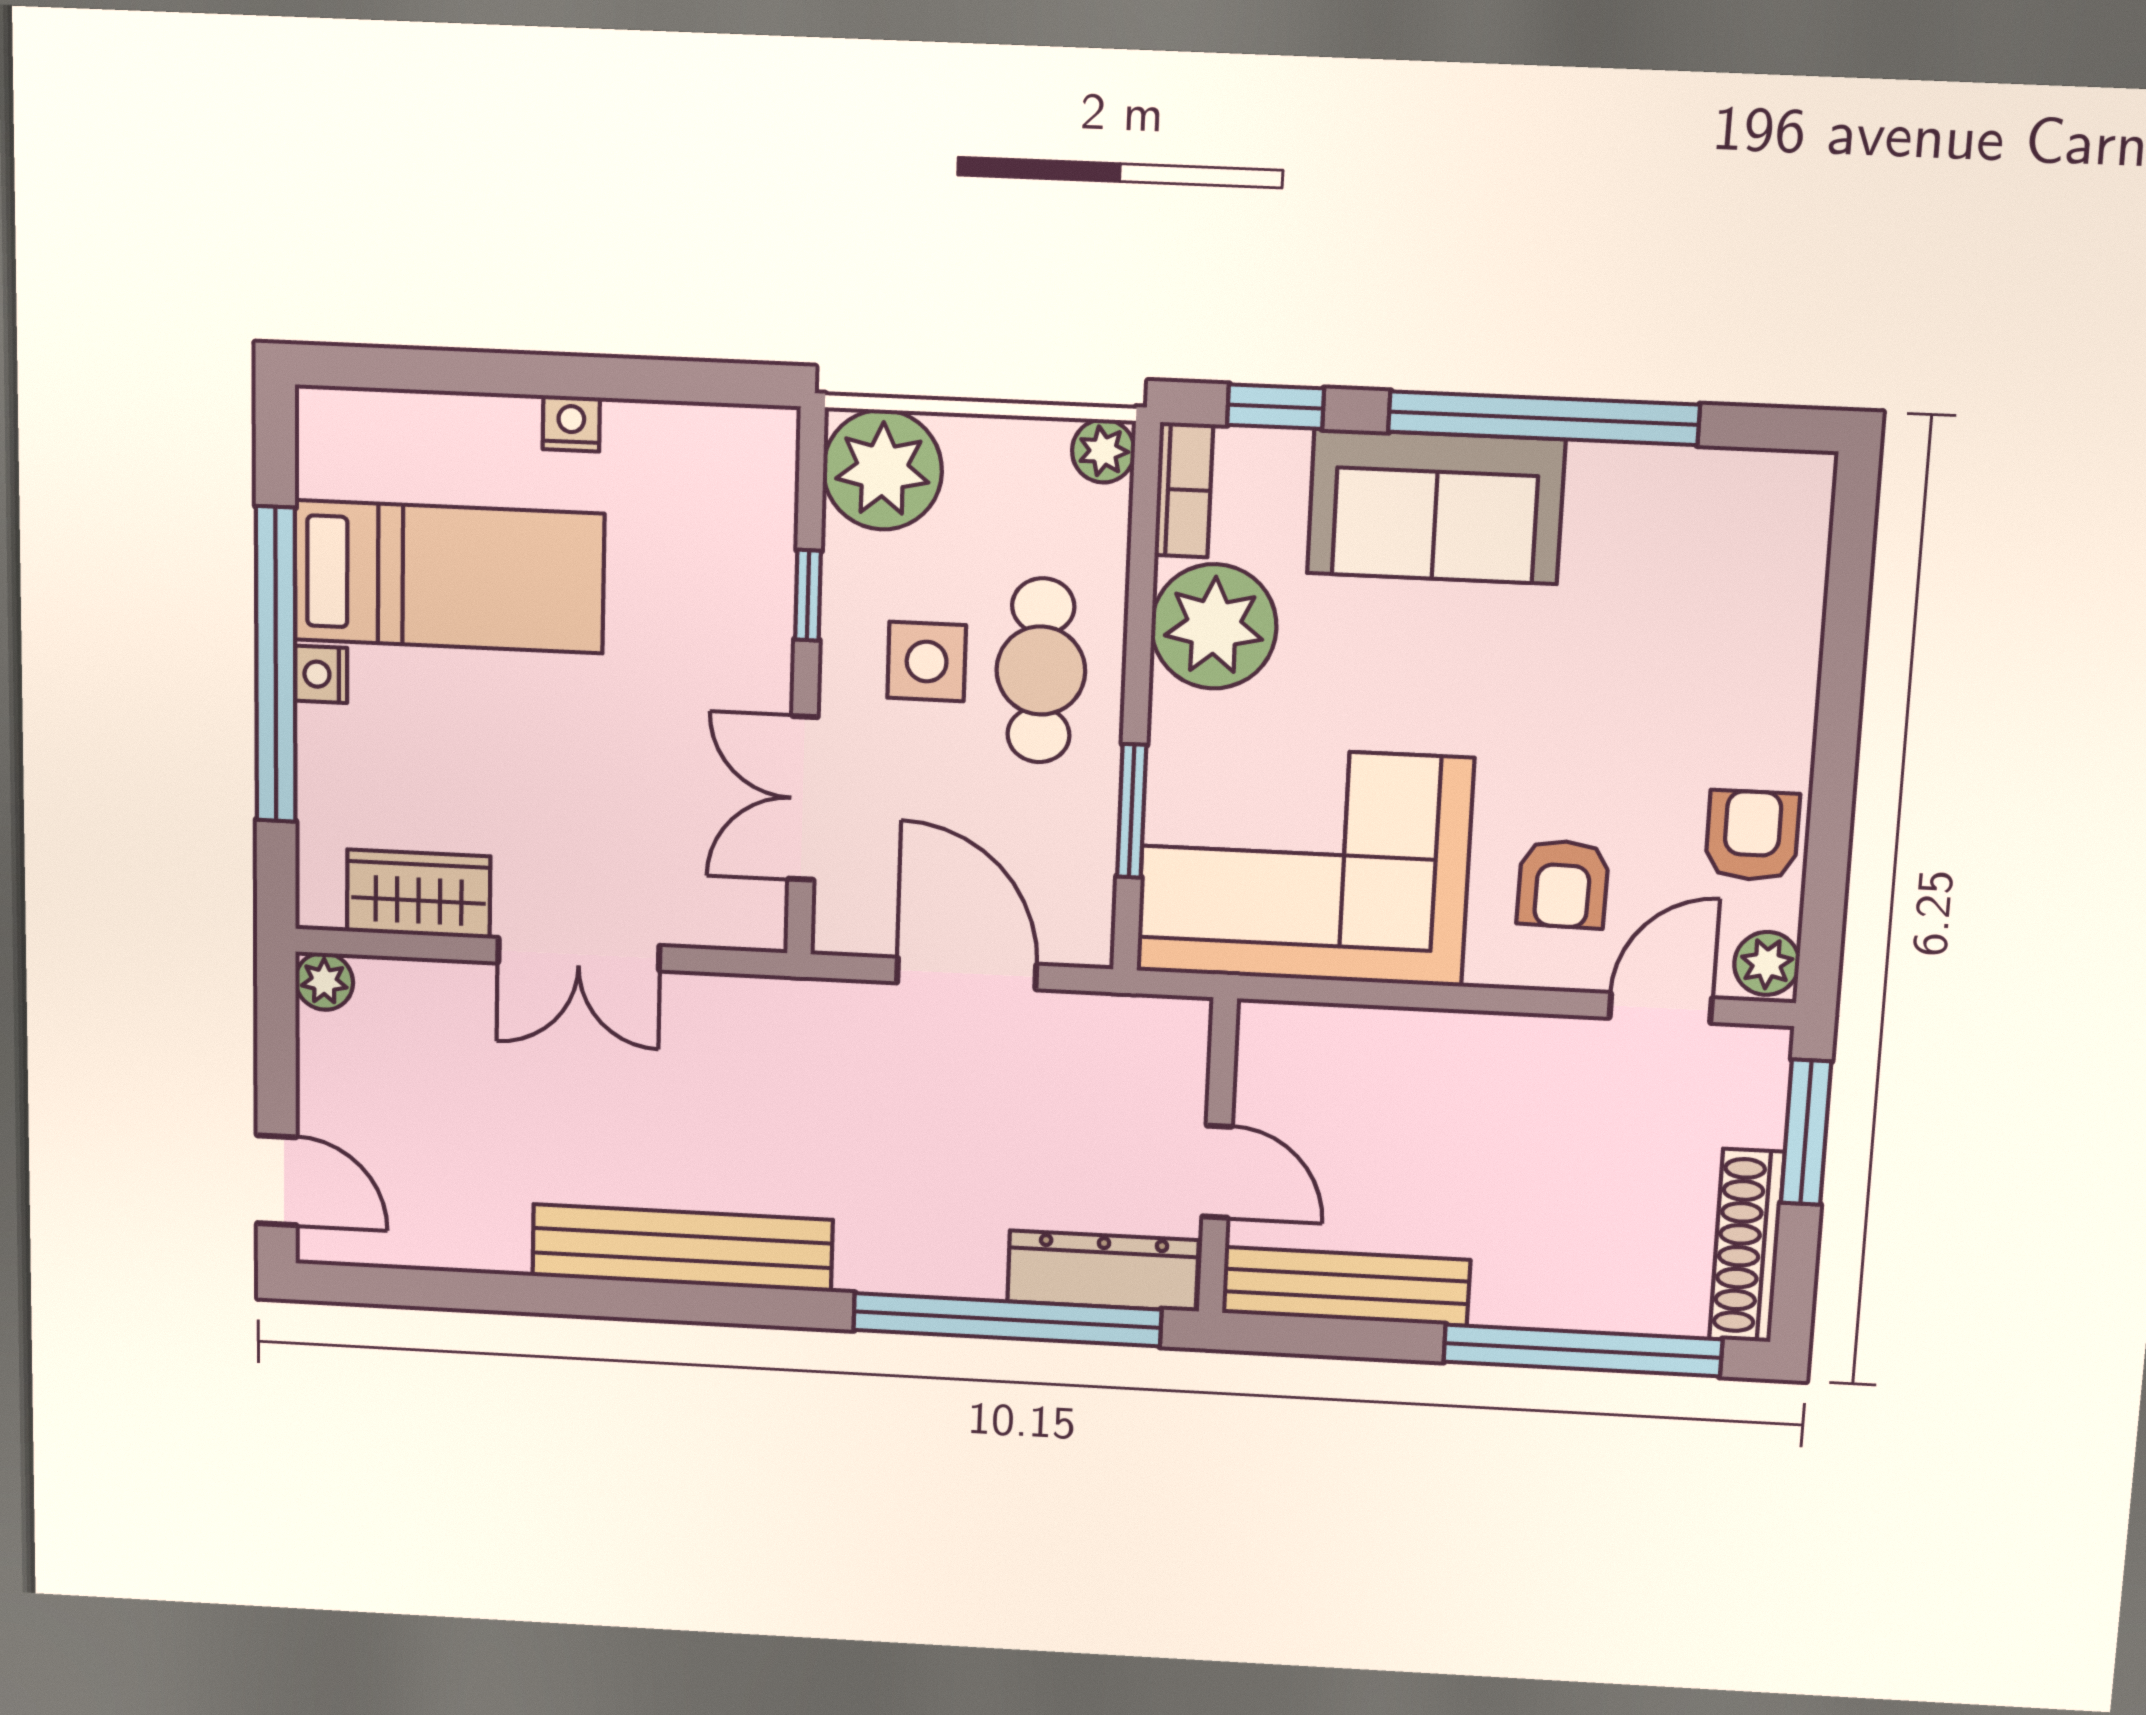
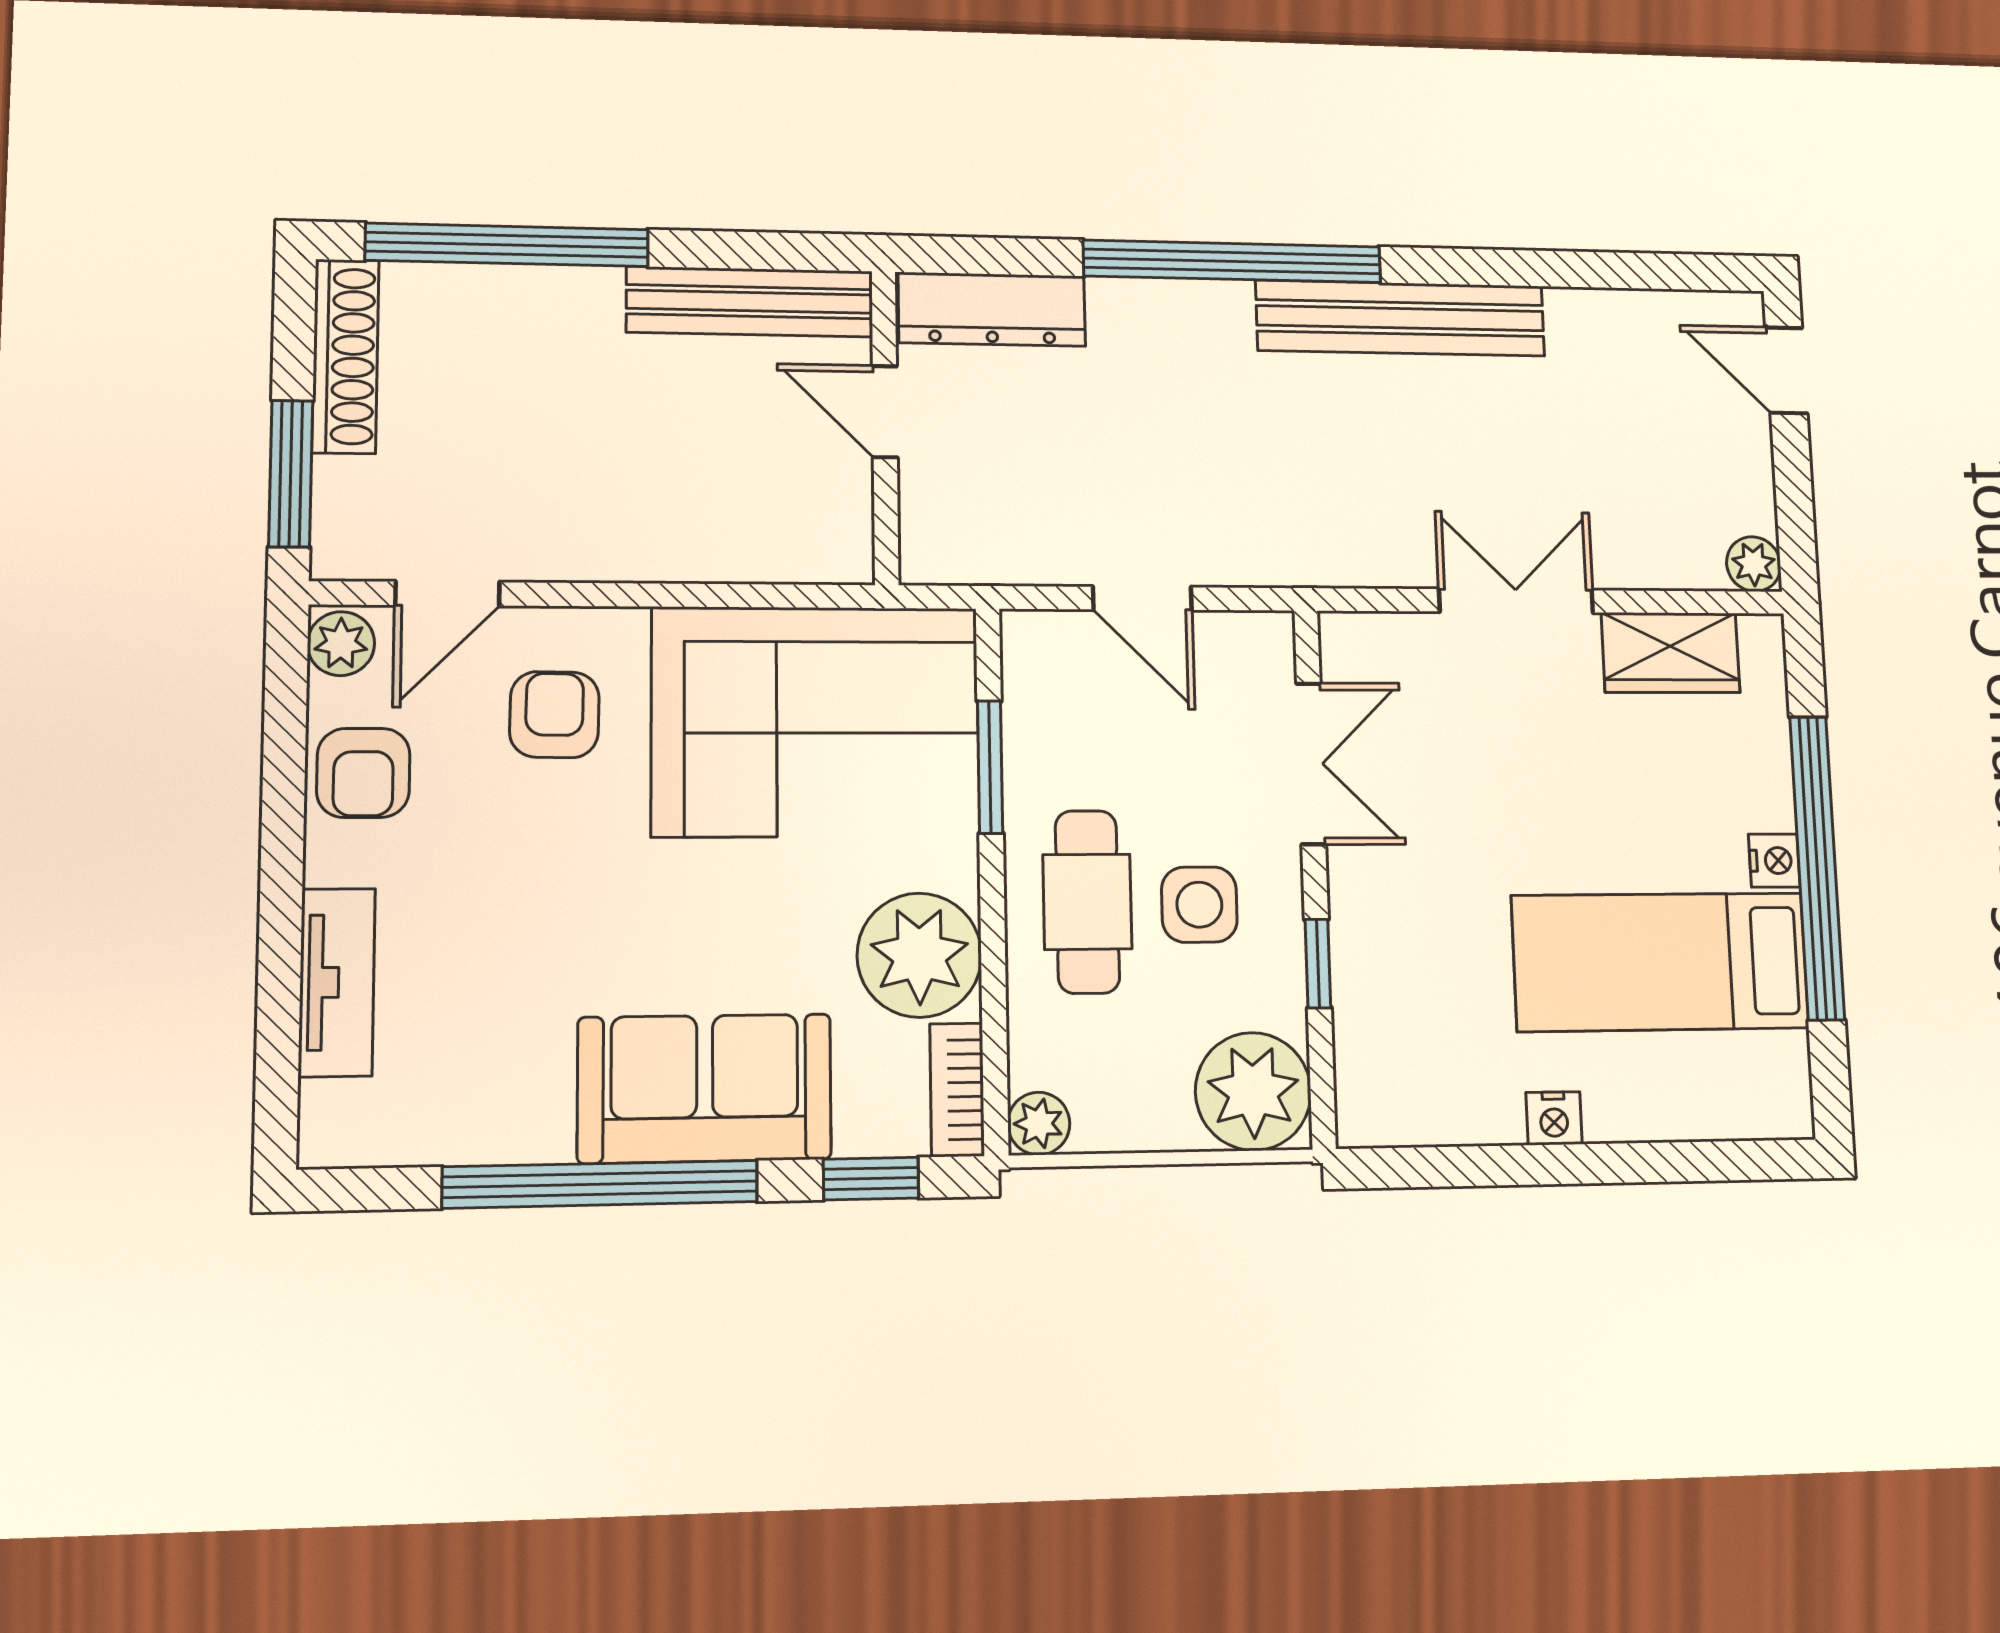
tv unit: (1789, 632) -> (337, 982), added
door: (967, 973) -> (1142, 598), width x0.73
window: (1007, 1320) -> (1233, 261), moved

